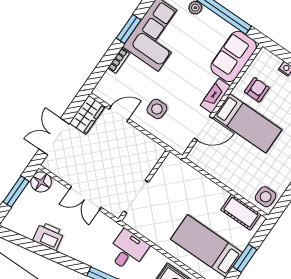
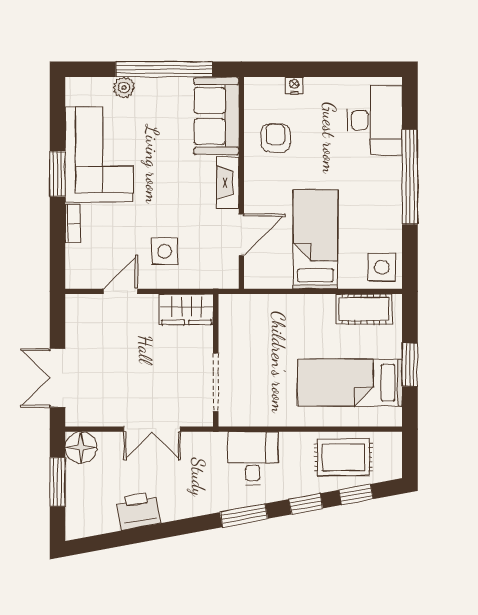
wardrobe: (87, 115) -> (187, 309), moved, turned 90
bed: (248, 123) -> (316, 239), moved, turned -90

